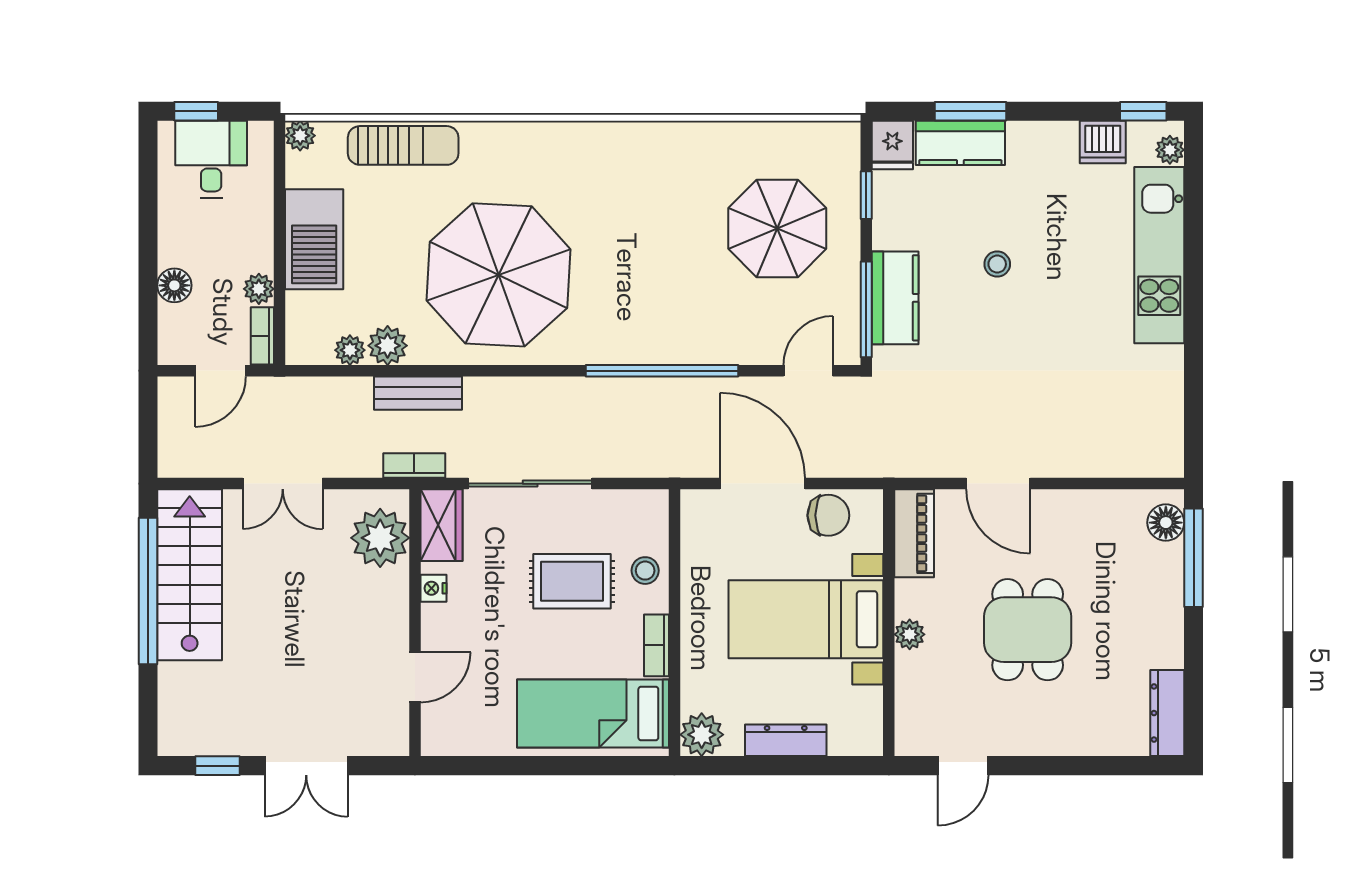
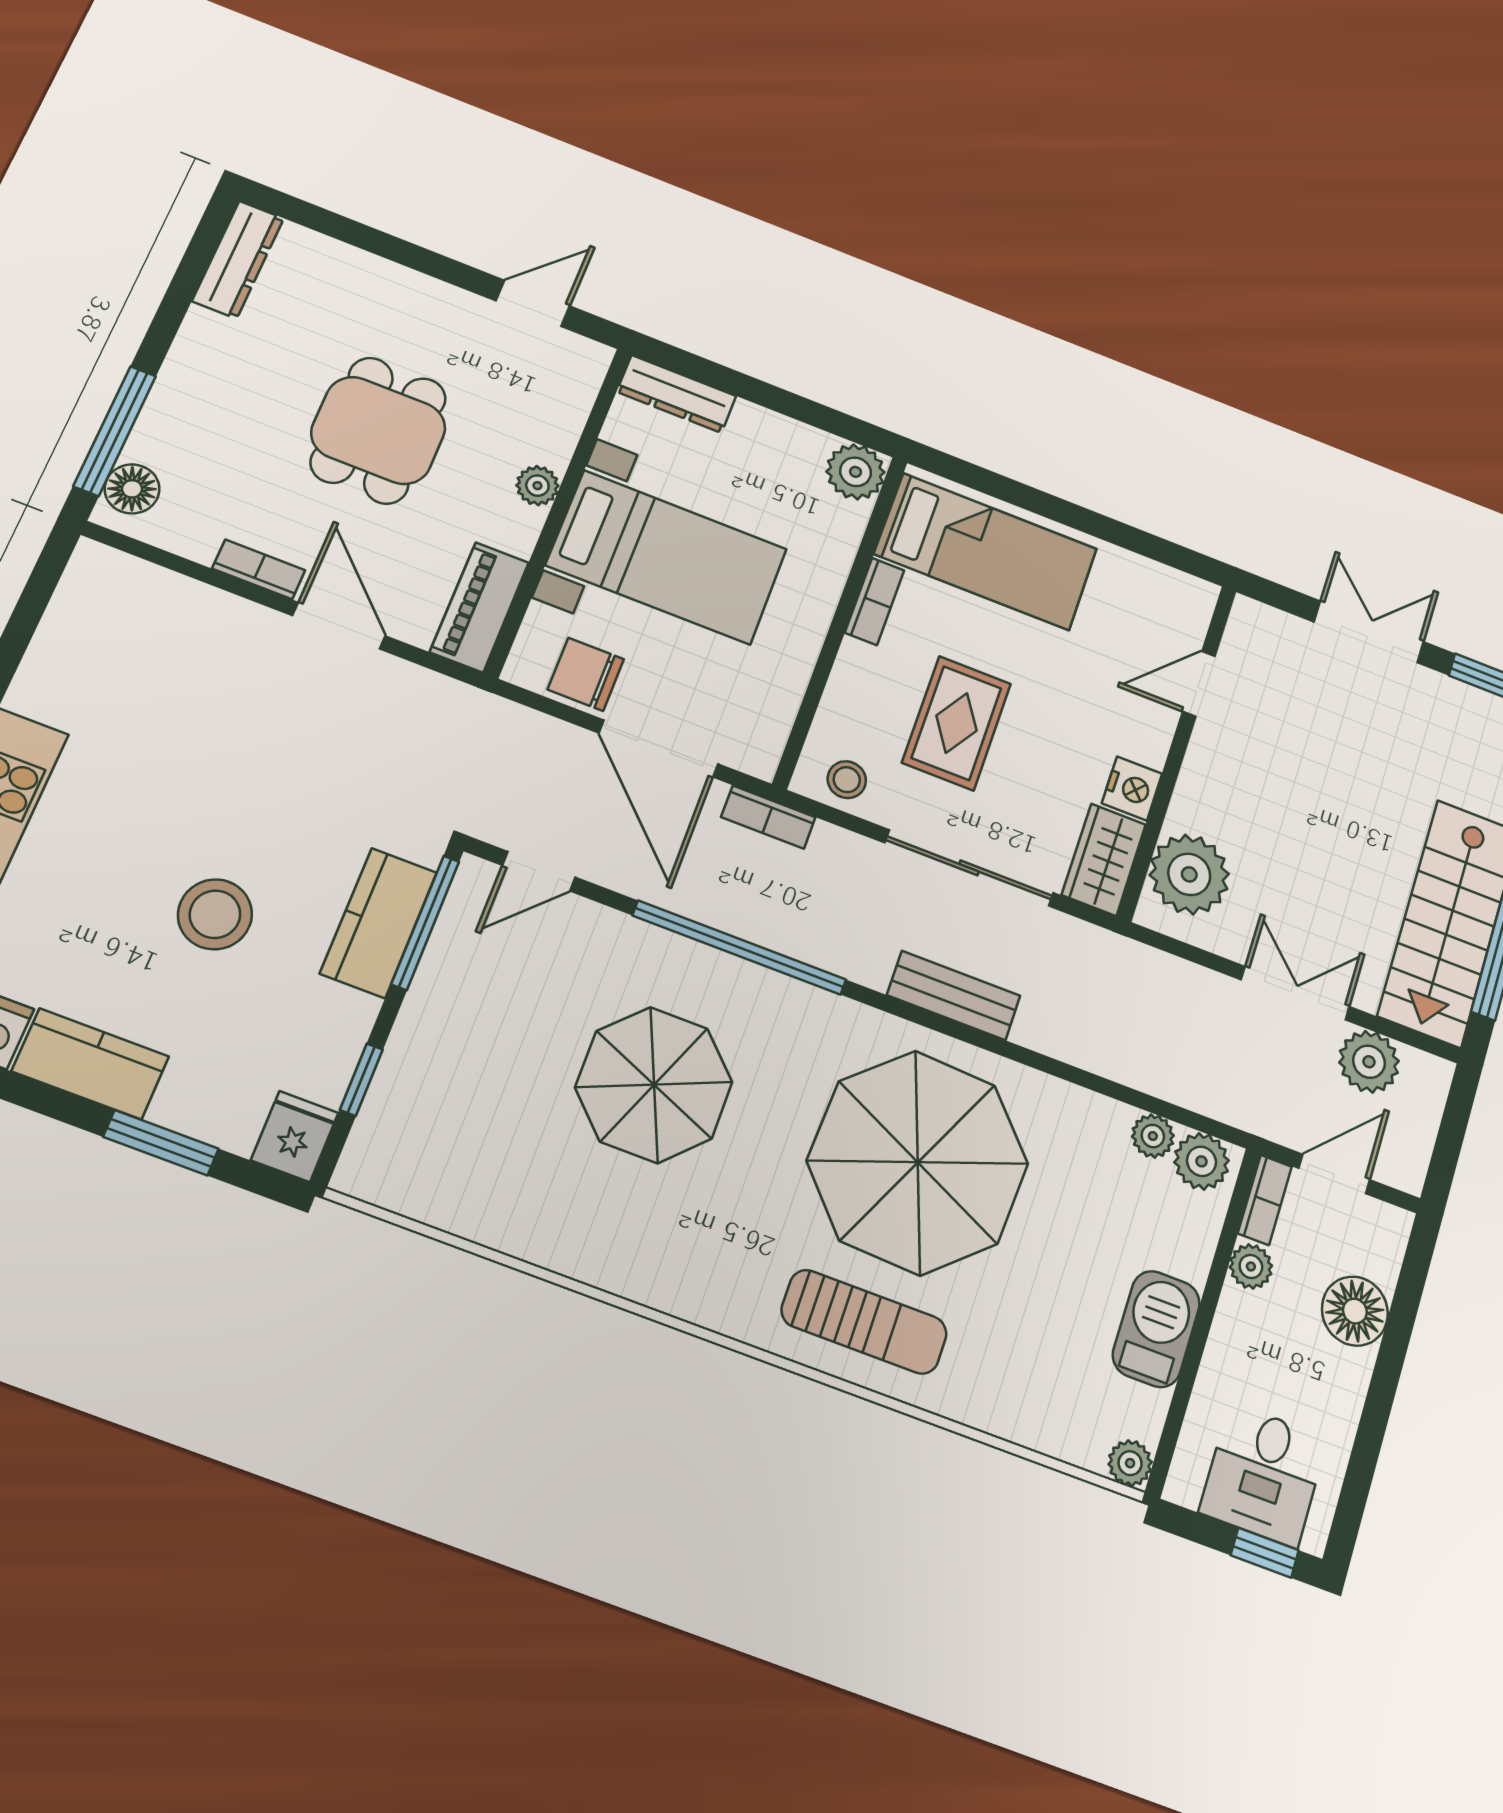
kitchen counter: (960, 143) -> (90, 1064), moved
sun lounger: (403, 145) -> (864, 1322), moved, turned 180
parasol: (777, 228) -> (654, 1085), moved
barbecue: (314, 239) -> (1156, 1329), width x0.73, depth x0.83
stool: (997, 264) -> (215, 914), width x1.89, depth x1.89
floor lamp: (174, 285) -> (1355, 1311), width x1.38, depth x1.38
plant: (388, 346) -> (1202, 1161), moved
bench: (418, 393) -> (954, 995), moved
plant: (218, 456) -> (1369, 1062), added
bookcase: (414, 466) -> (768, 817), moved
bookcase: (1064, 501) -> (259, 569), added
stool: (645, 571) -> (847, 780), moved
rug: (572, 581) -> (956, 723), turned 90
nightstand: (433, 588) -> (1132, 788), width x1.39, depth x1.35
dresser: (786, 740) -> (676, 394), moved

